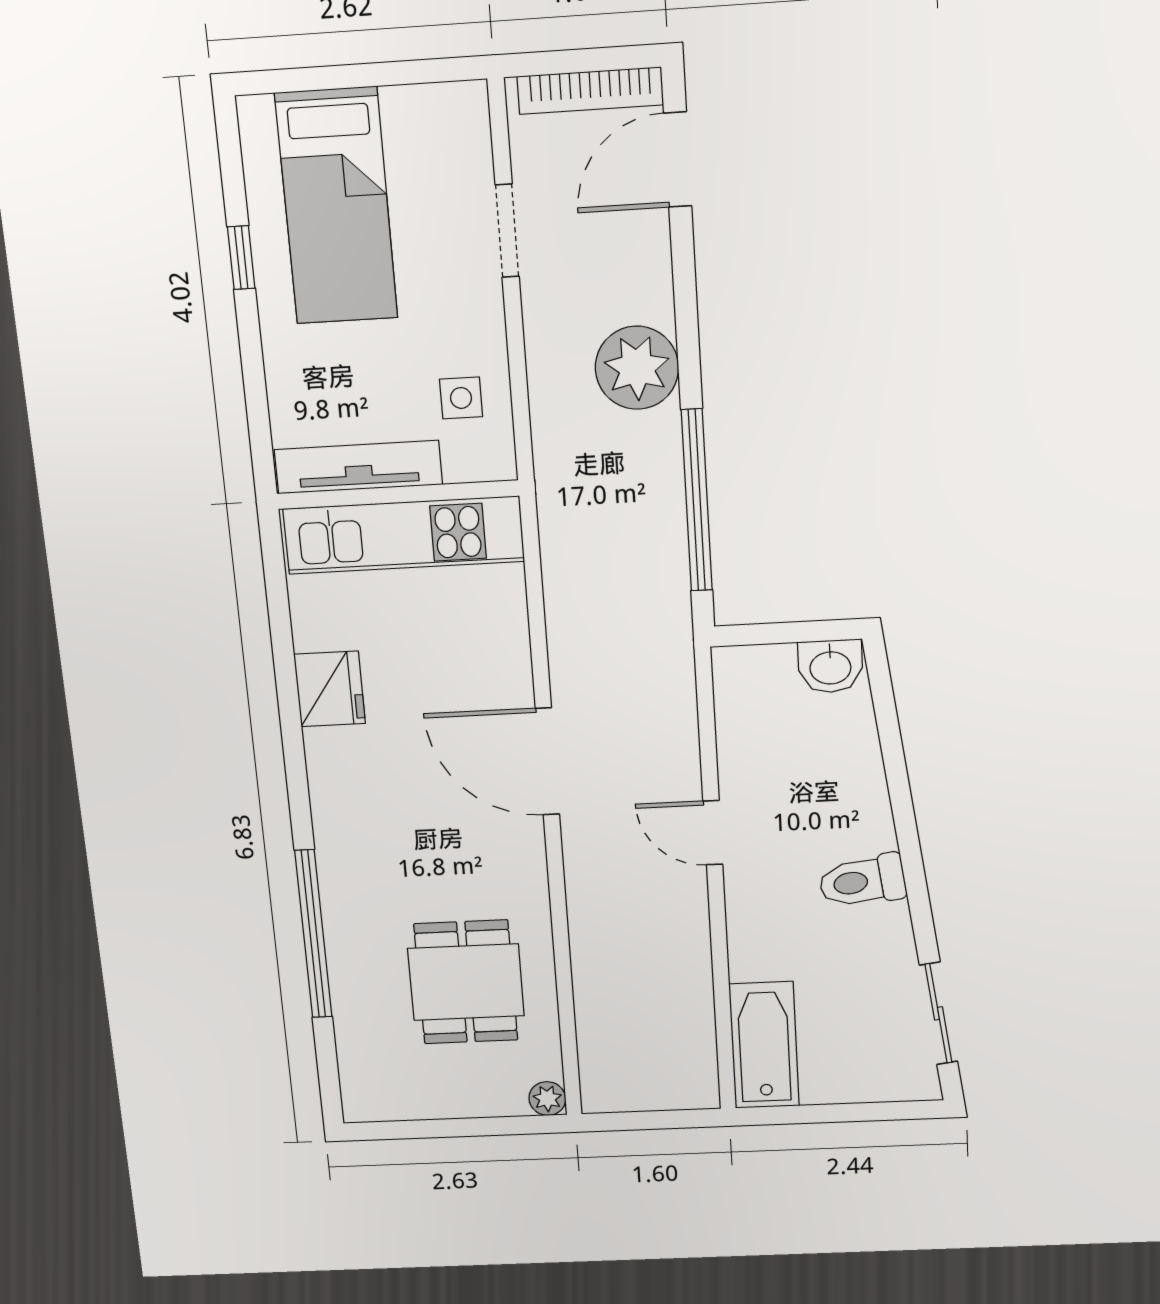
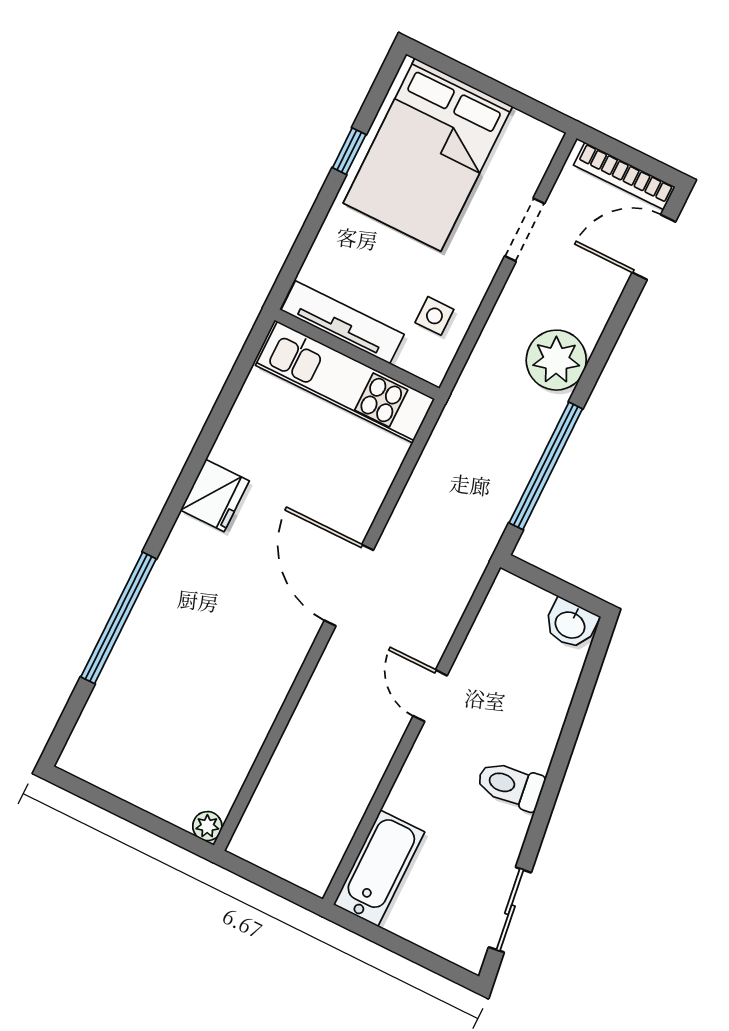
bed: (337, 206) -> (428, 155), width x1.50
fridge: (330, 689) -> (215, 495), moved
dining table: (466, 982) -> (202, 710), removed

